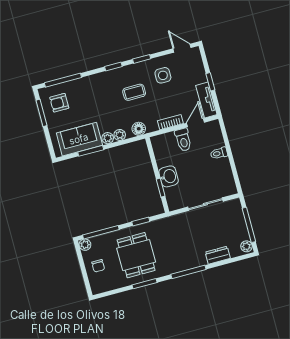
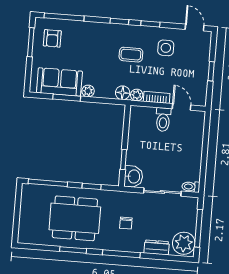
tv unit: (206, 100) -> (201, 88), removed
armchair: (59, 103) -> (52, 38), turned -90
door: (195, 123) -> (182, 107), hinge flipped
plant: (120, 135) -> (137, 95), moved
toilet: (219, 153) -> (191, 187), moved
washbasin: (169, 176) -> (133, 176), moved
plant: (85, 245) -> (27, 190), removed
plant: (246, 246) -> (184, 243), width x1.88, depth x1.88
dining table: (136, 255) -> (75, 218), width x1.38
chair: (98, 266) -> (126, 223), moved

